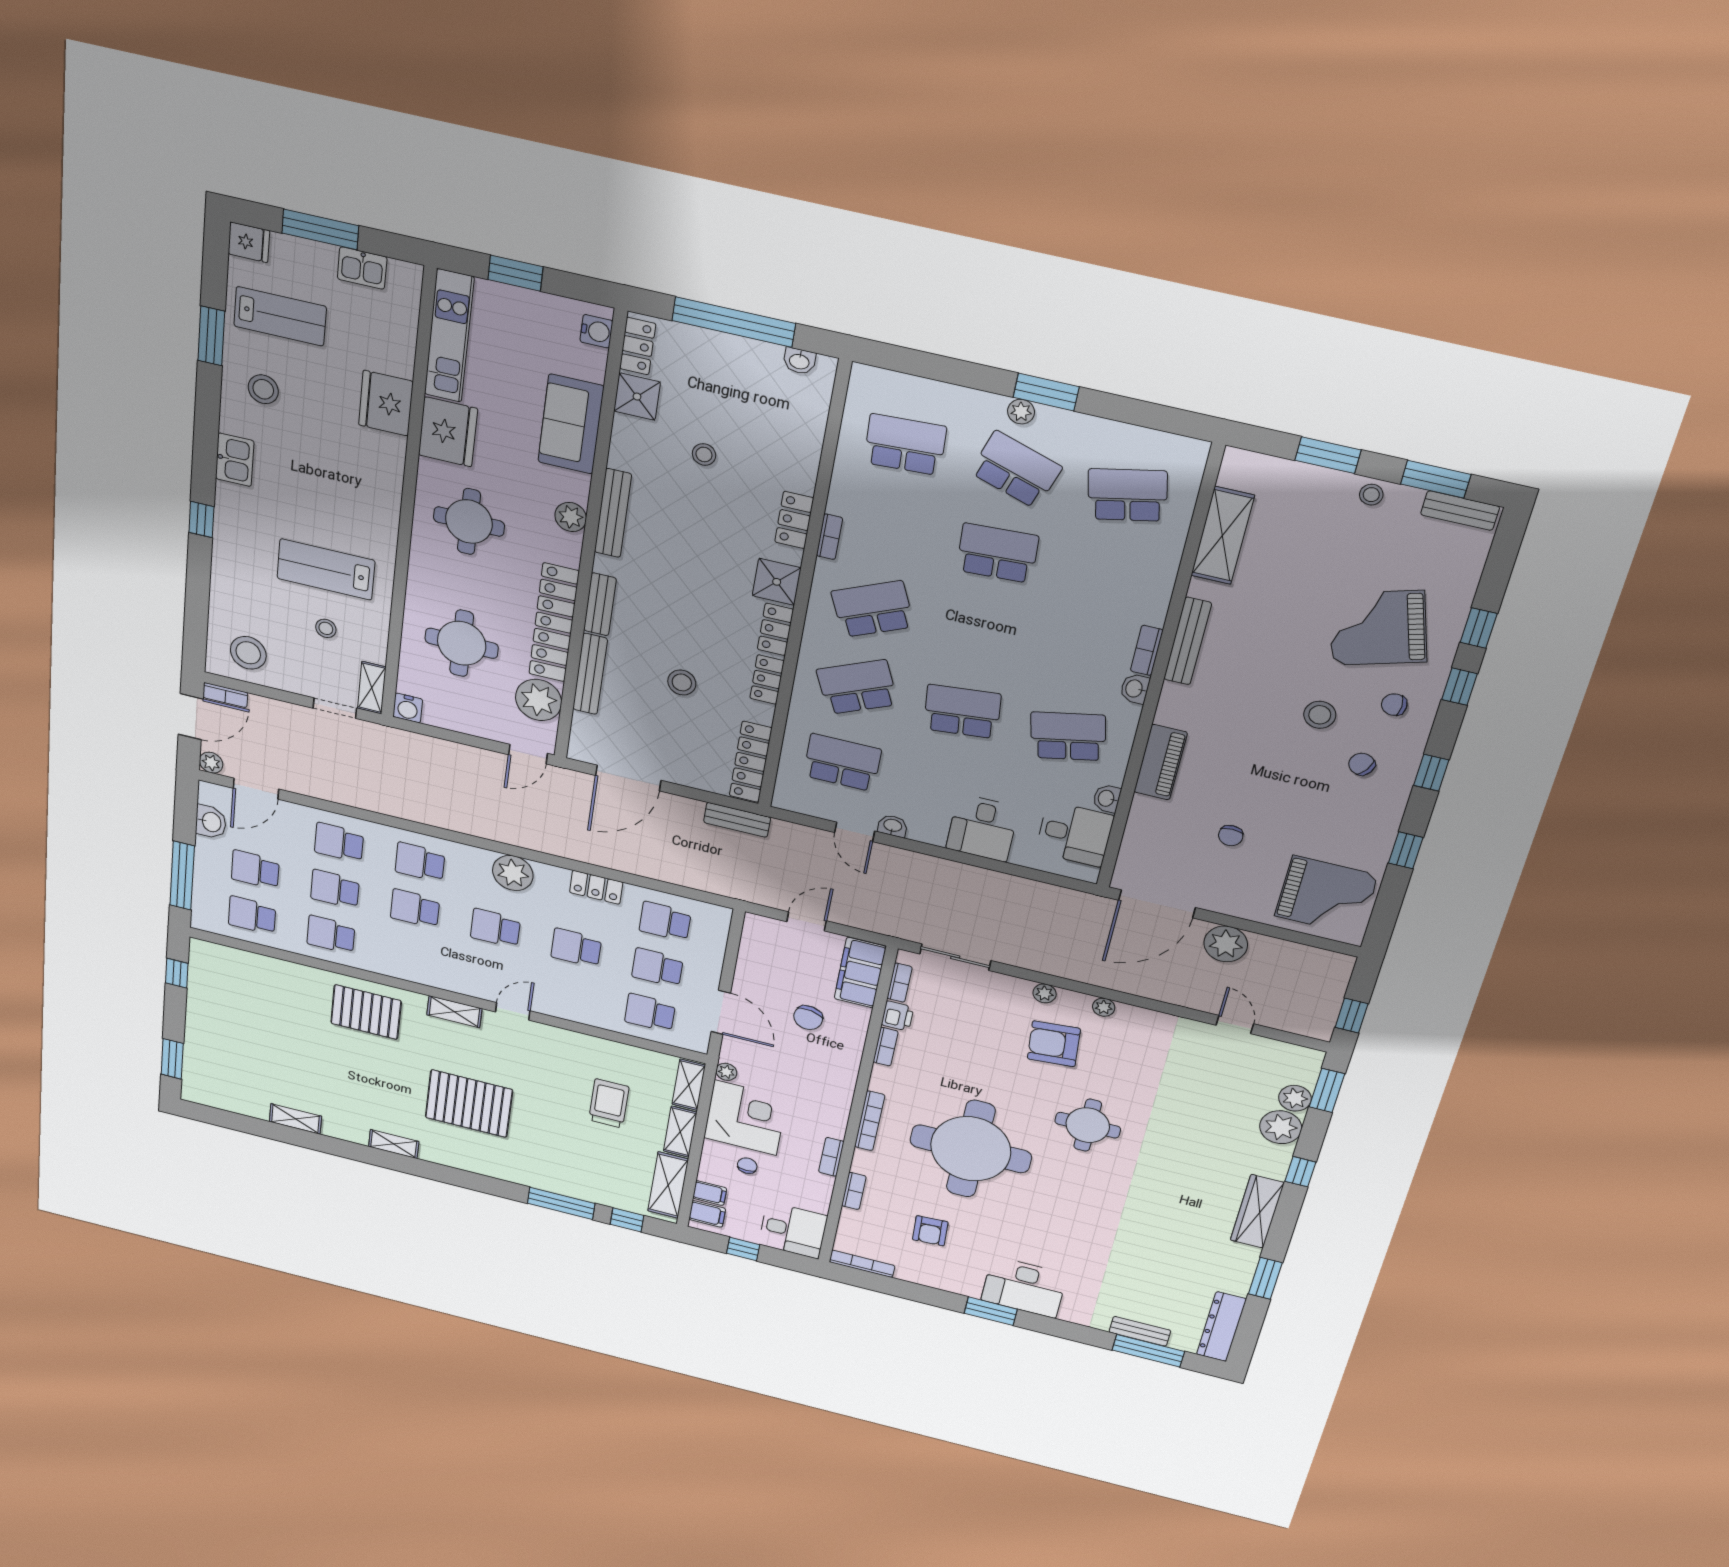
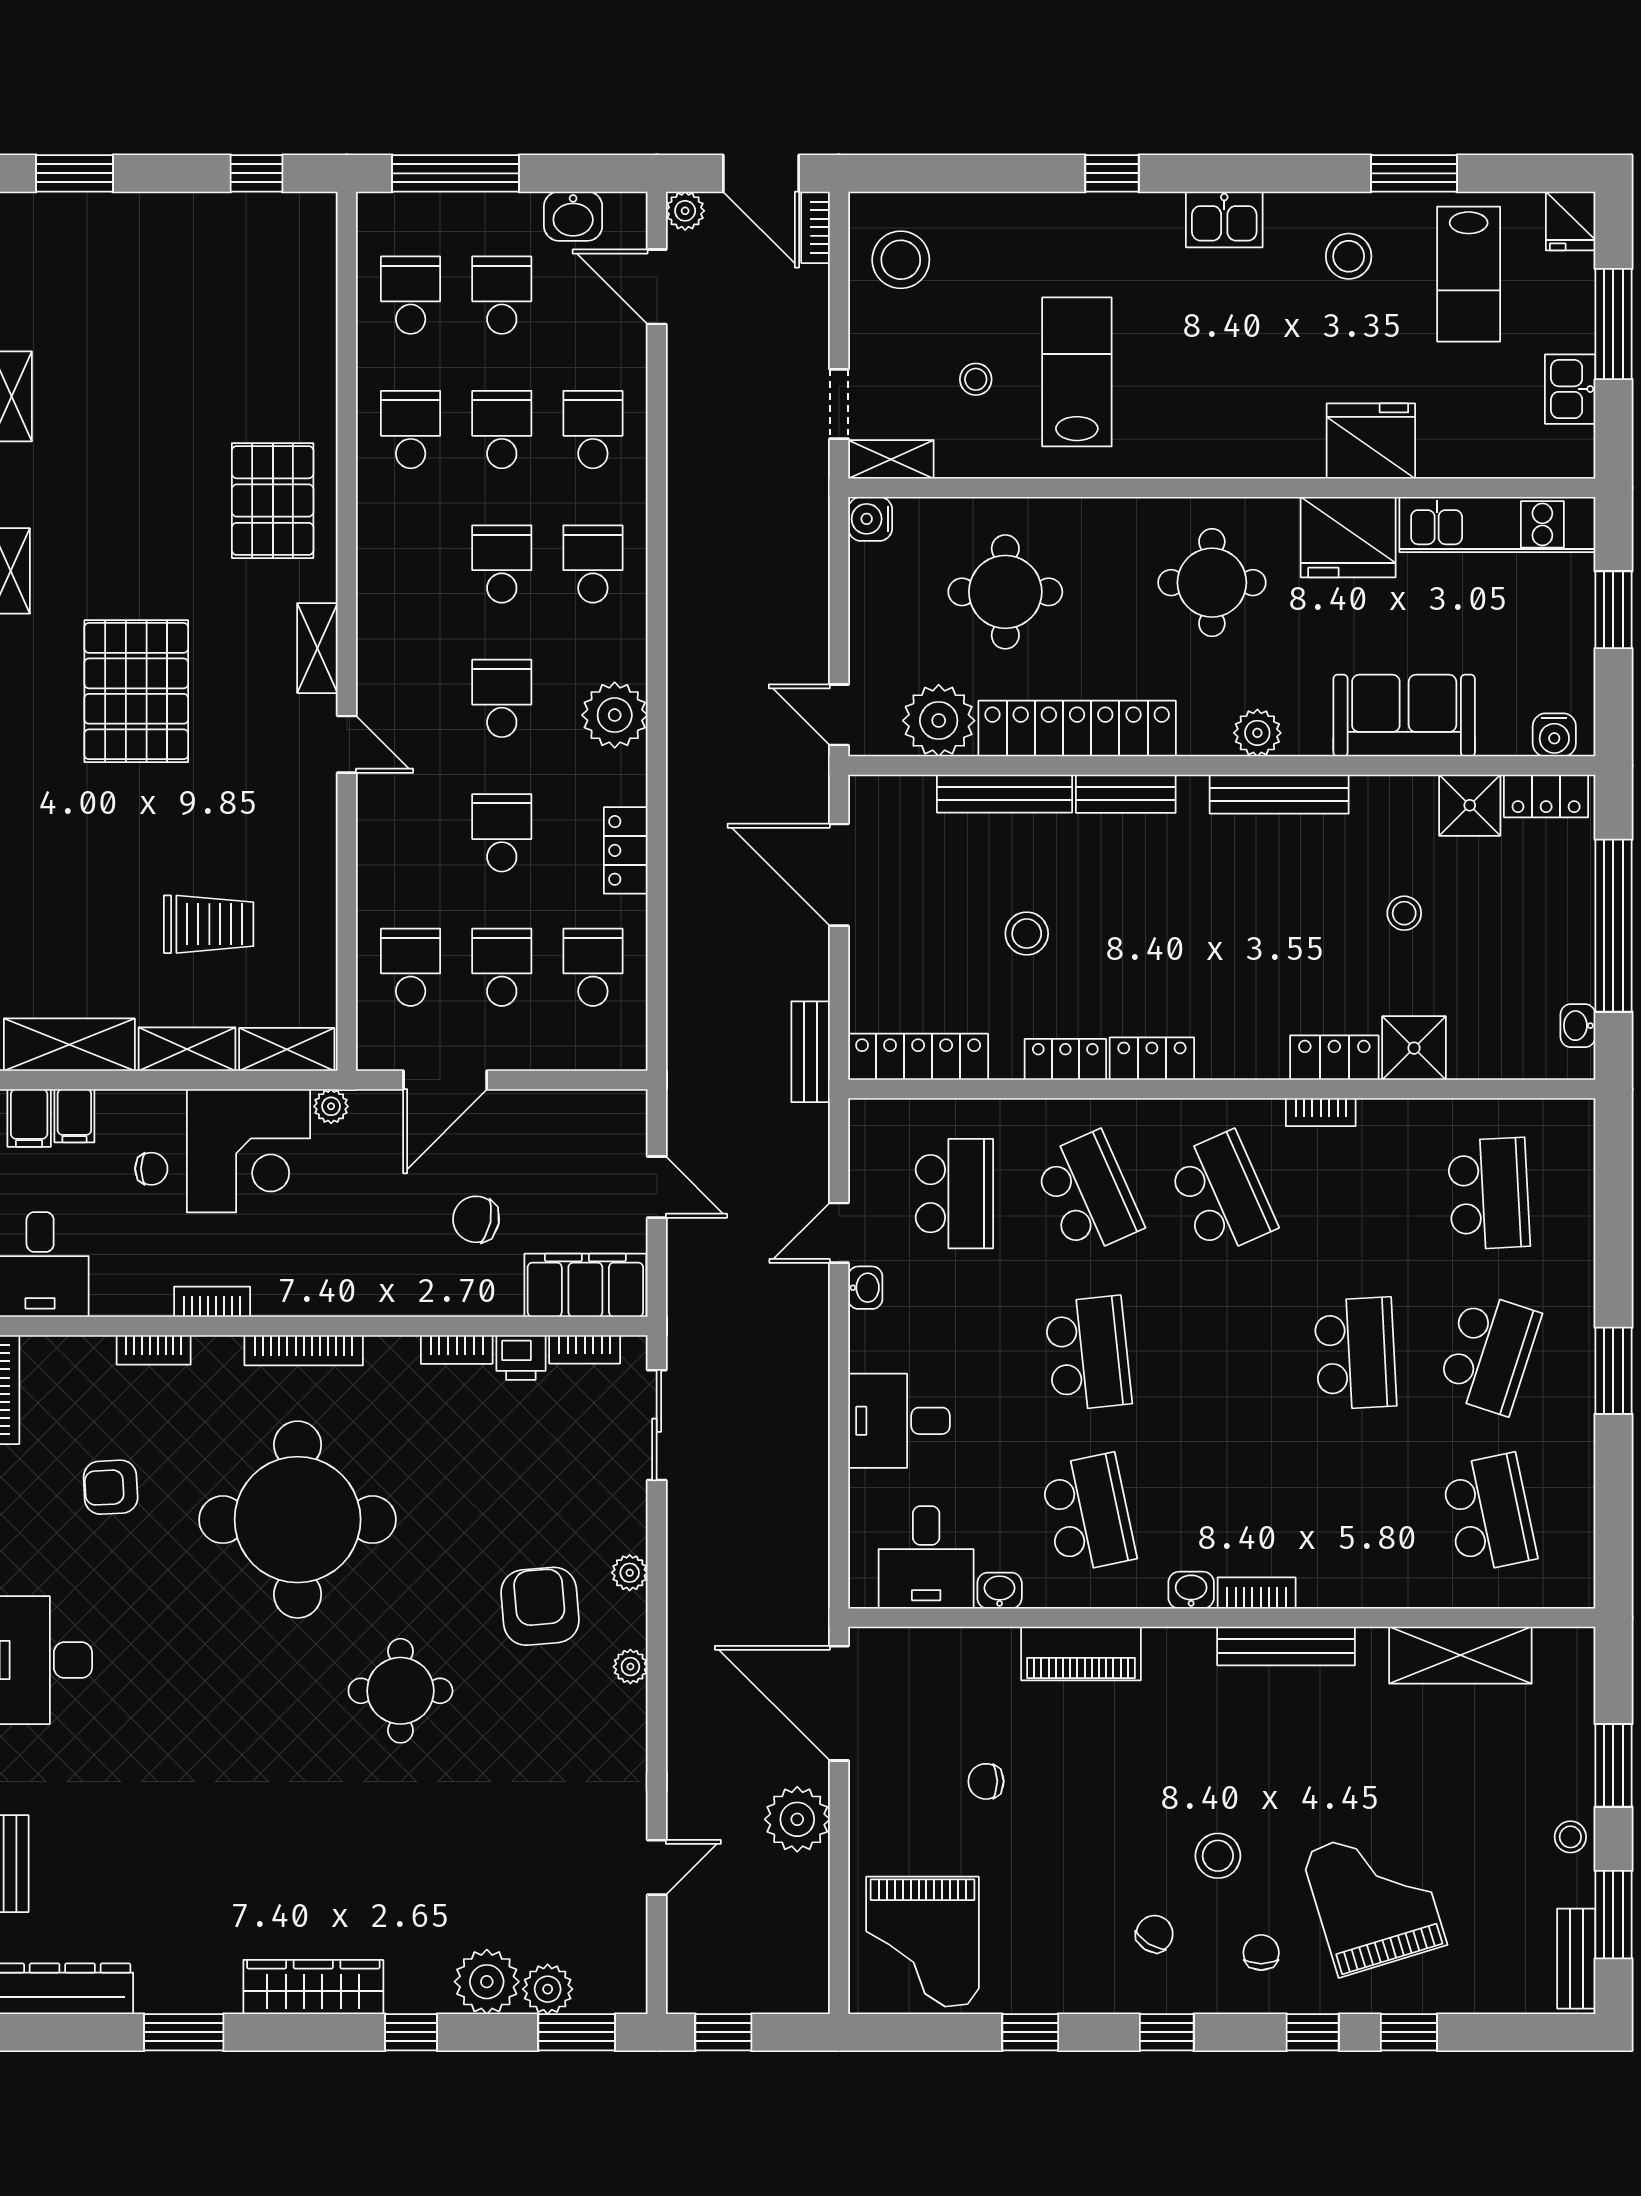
plant: (1021, 412) -> (1577, 1343), removed
shower: (777, 582) -> (1414, 1048), moved

